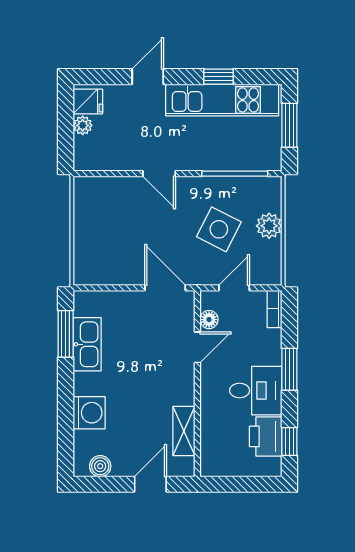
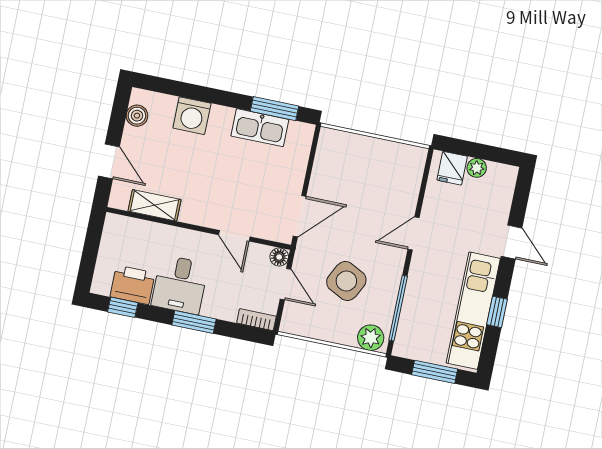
fridge: (88, 102) -> (452, 168), moved
plant: (269, 226) -> (371, 338), moved
floor lamp: (209, 320) -> (279, 257), moved

